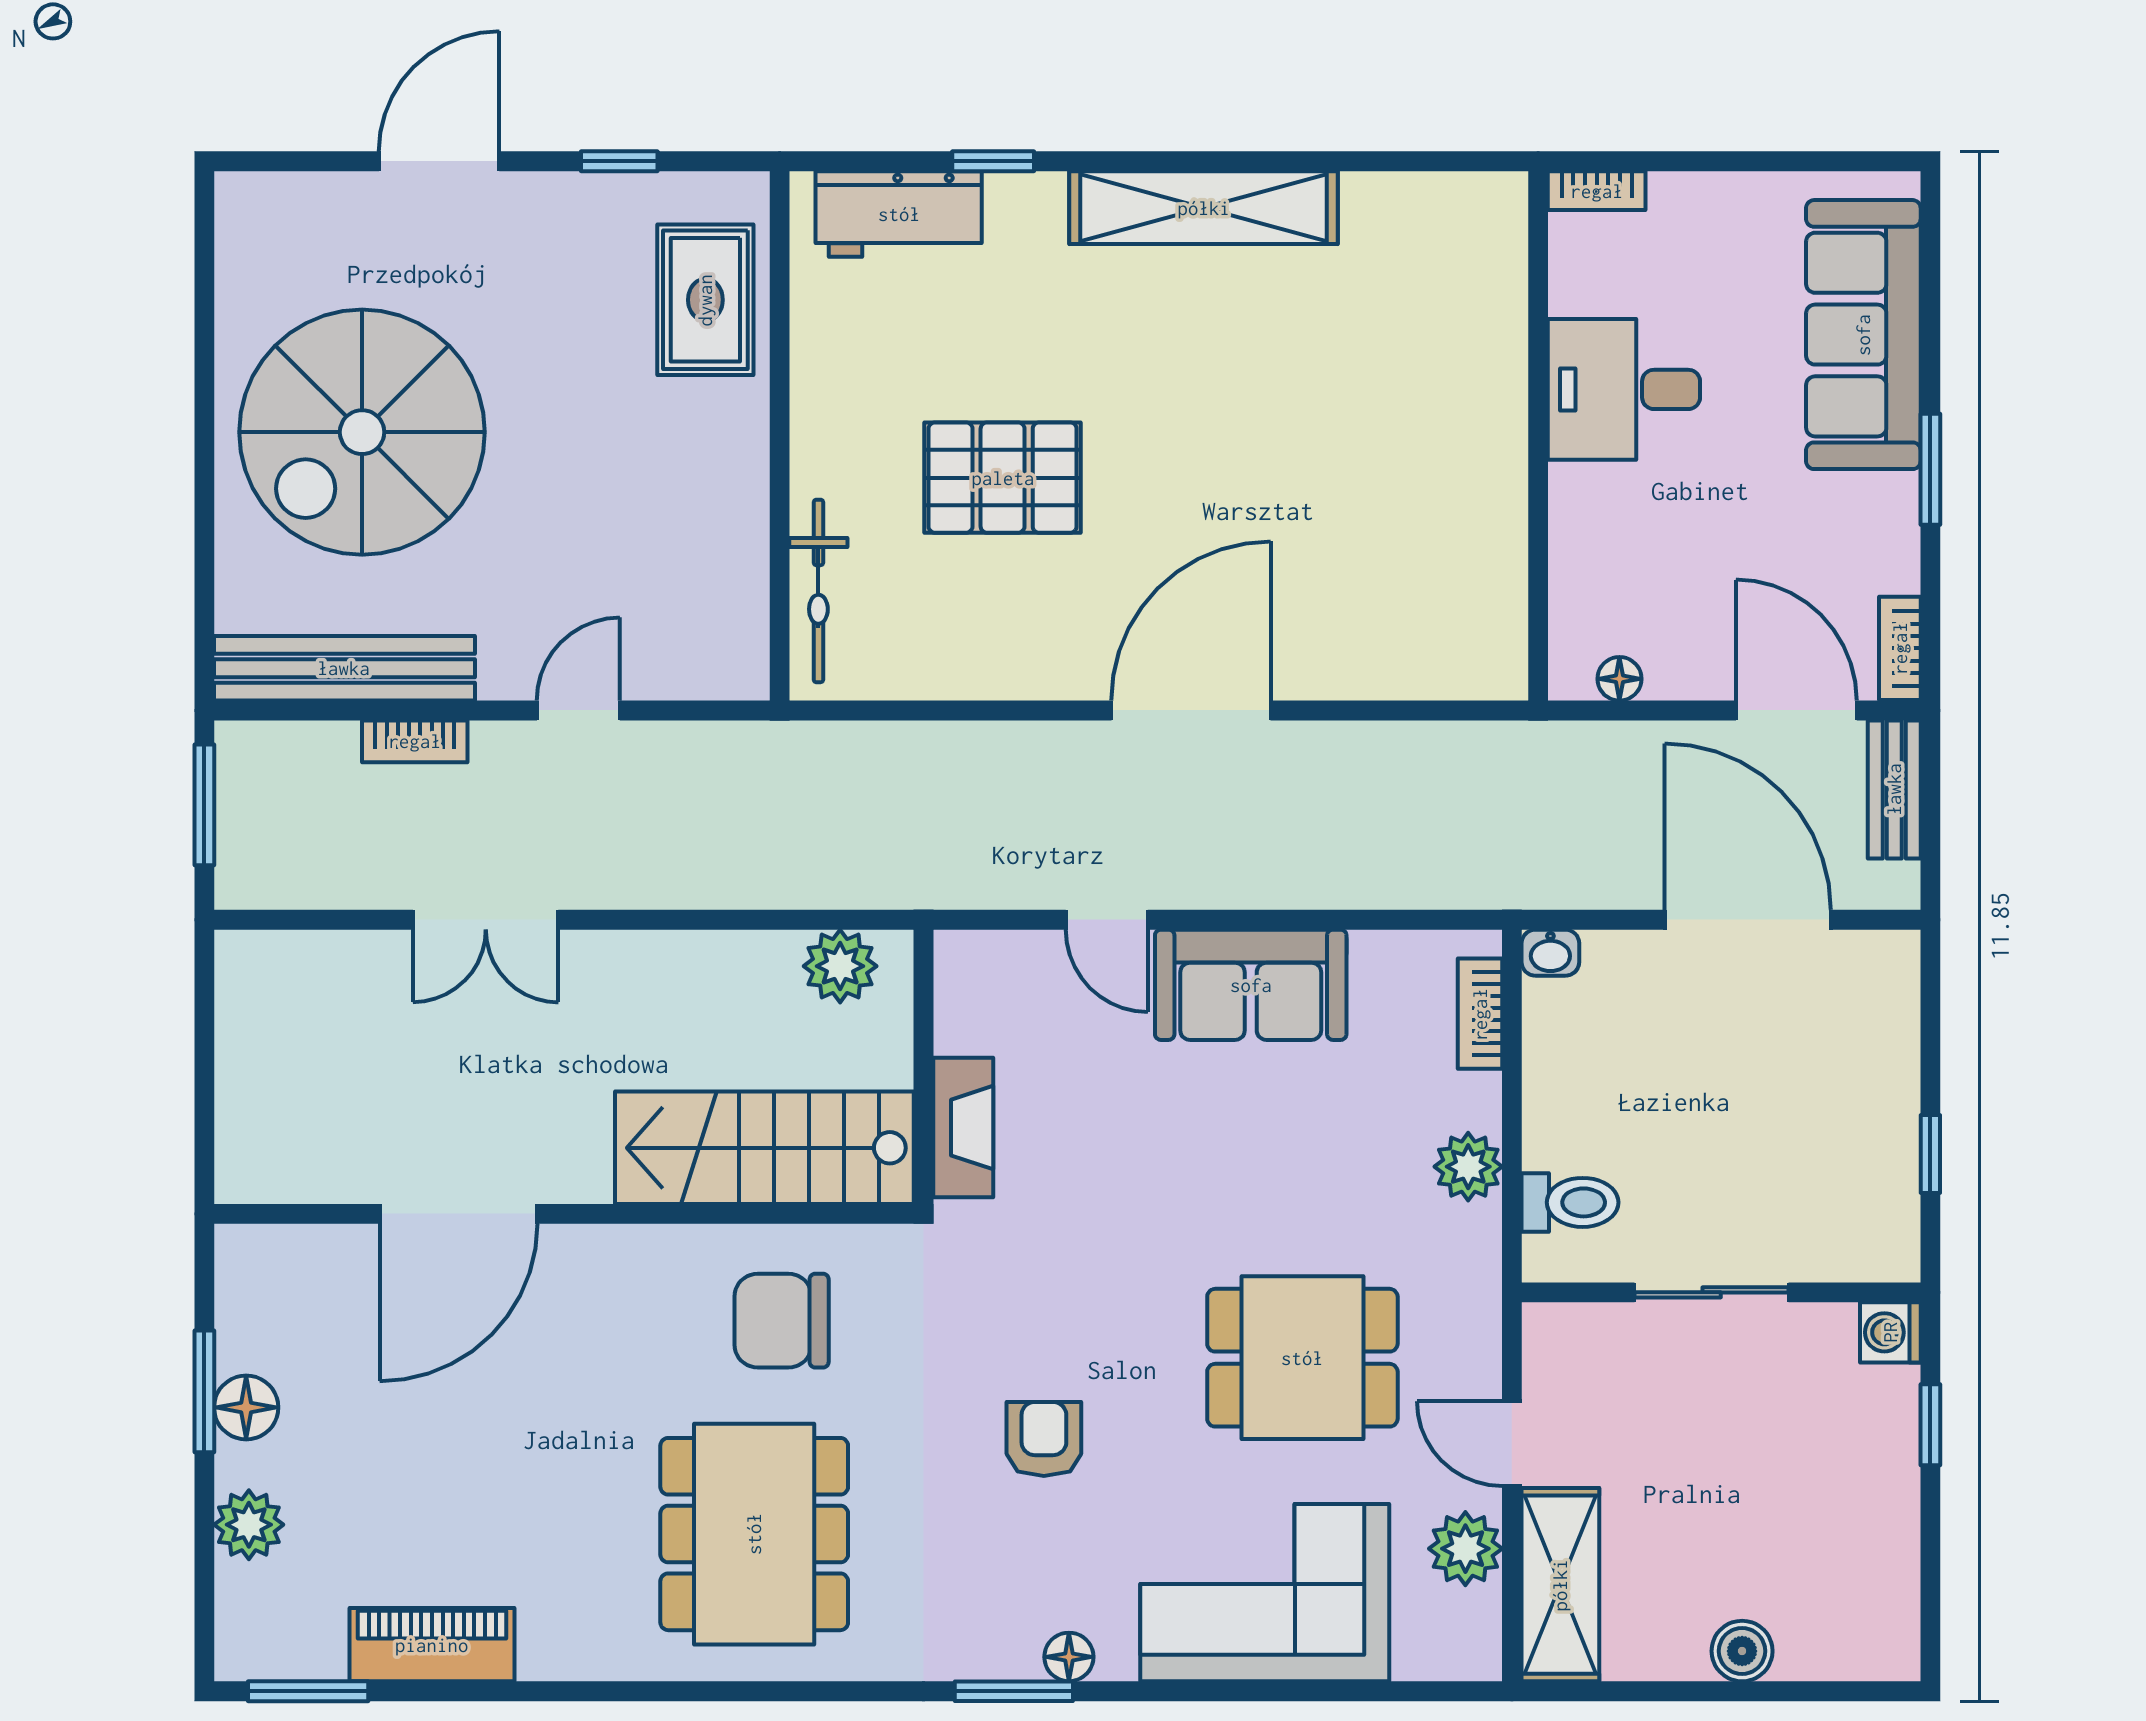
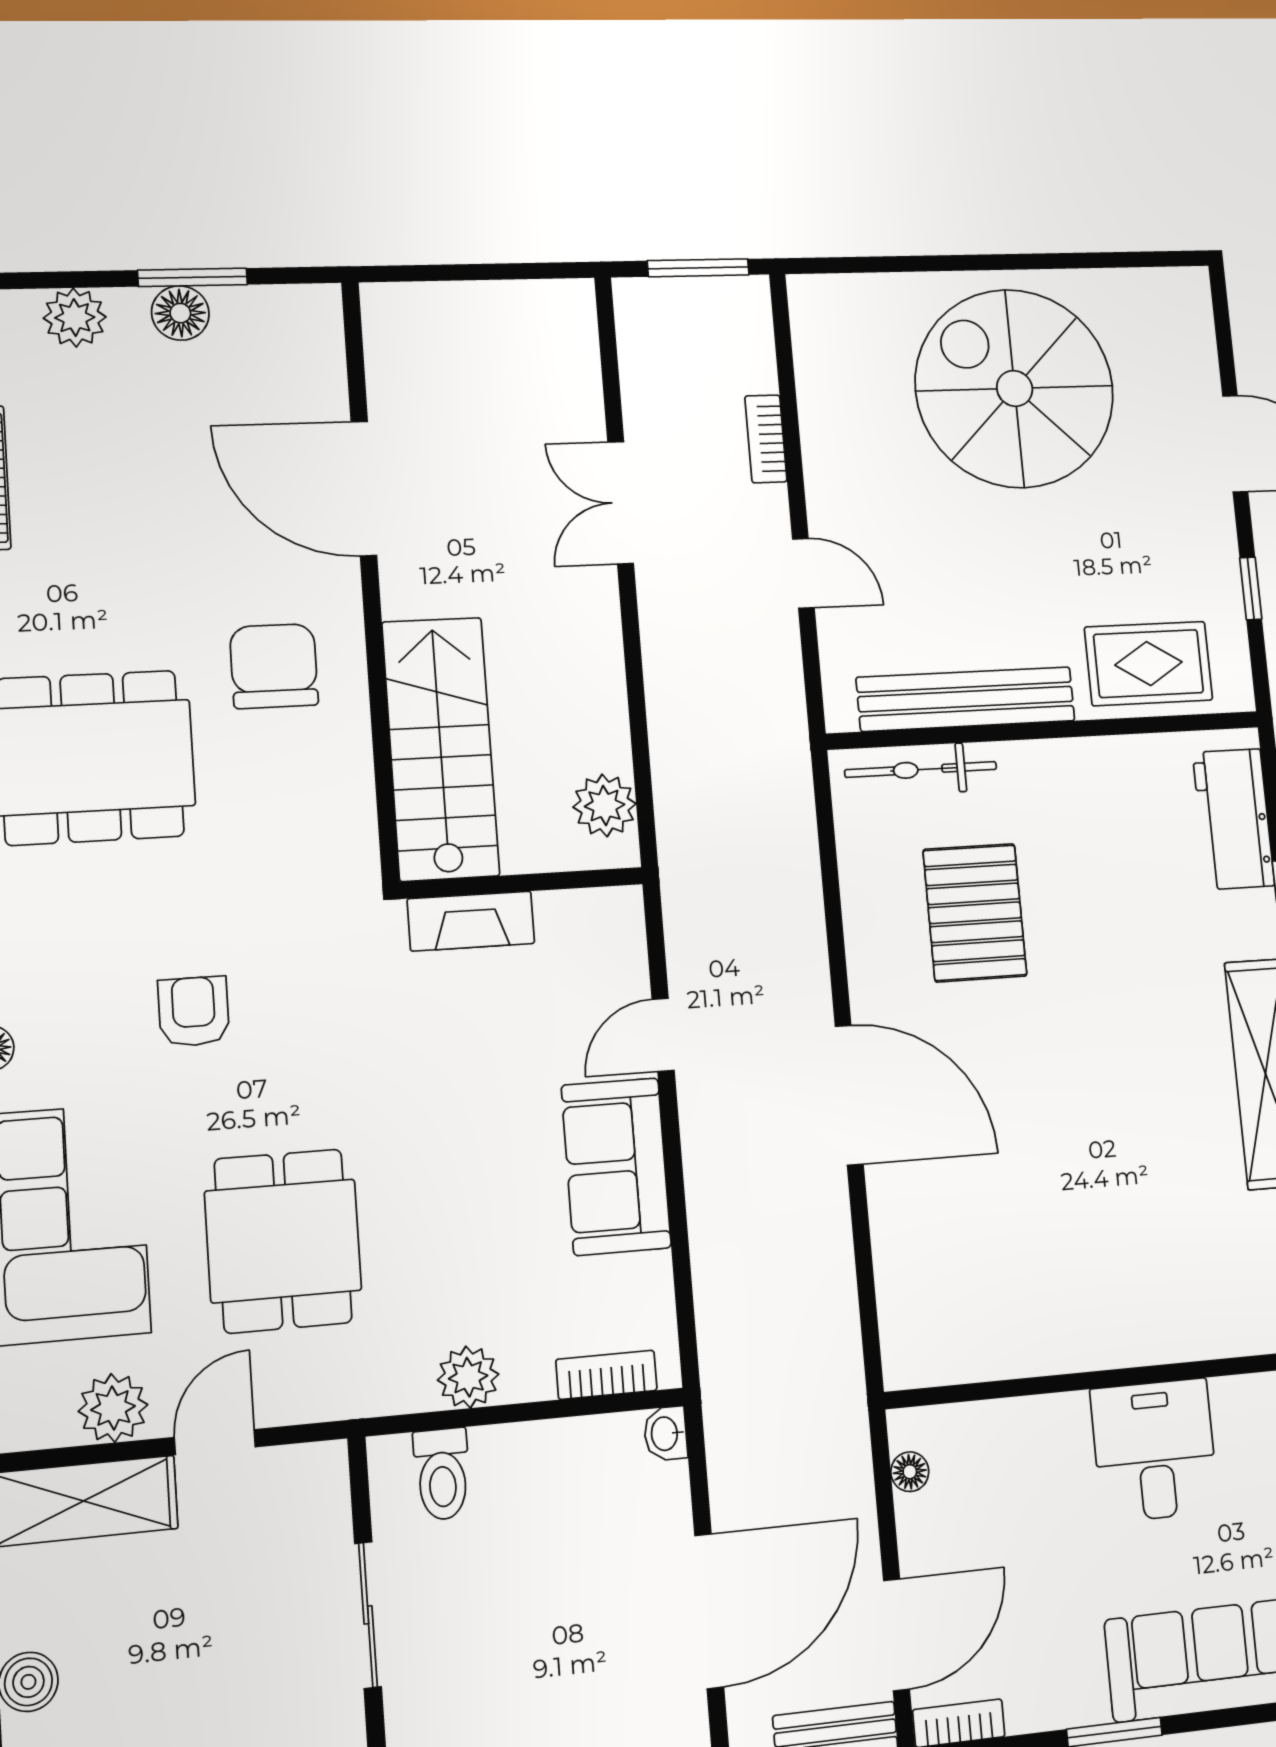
pallet: (1003, 478) -> (975, 913), moved
bench: (344, 668) -> (966, 699), moved, turned 90
chair: (782, 1321) -> (274, 666), moved
armchair: (1044, 1439) -> (194, 1011), turned -90

